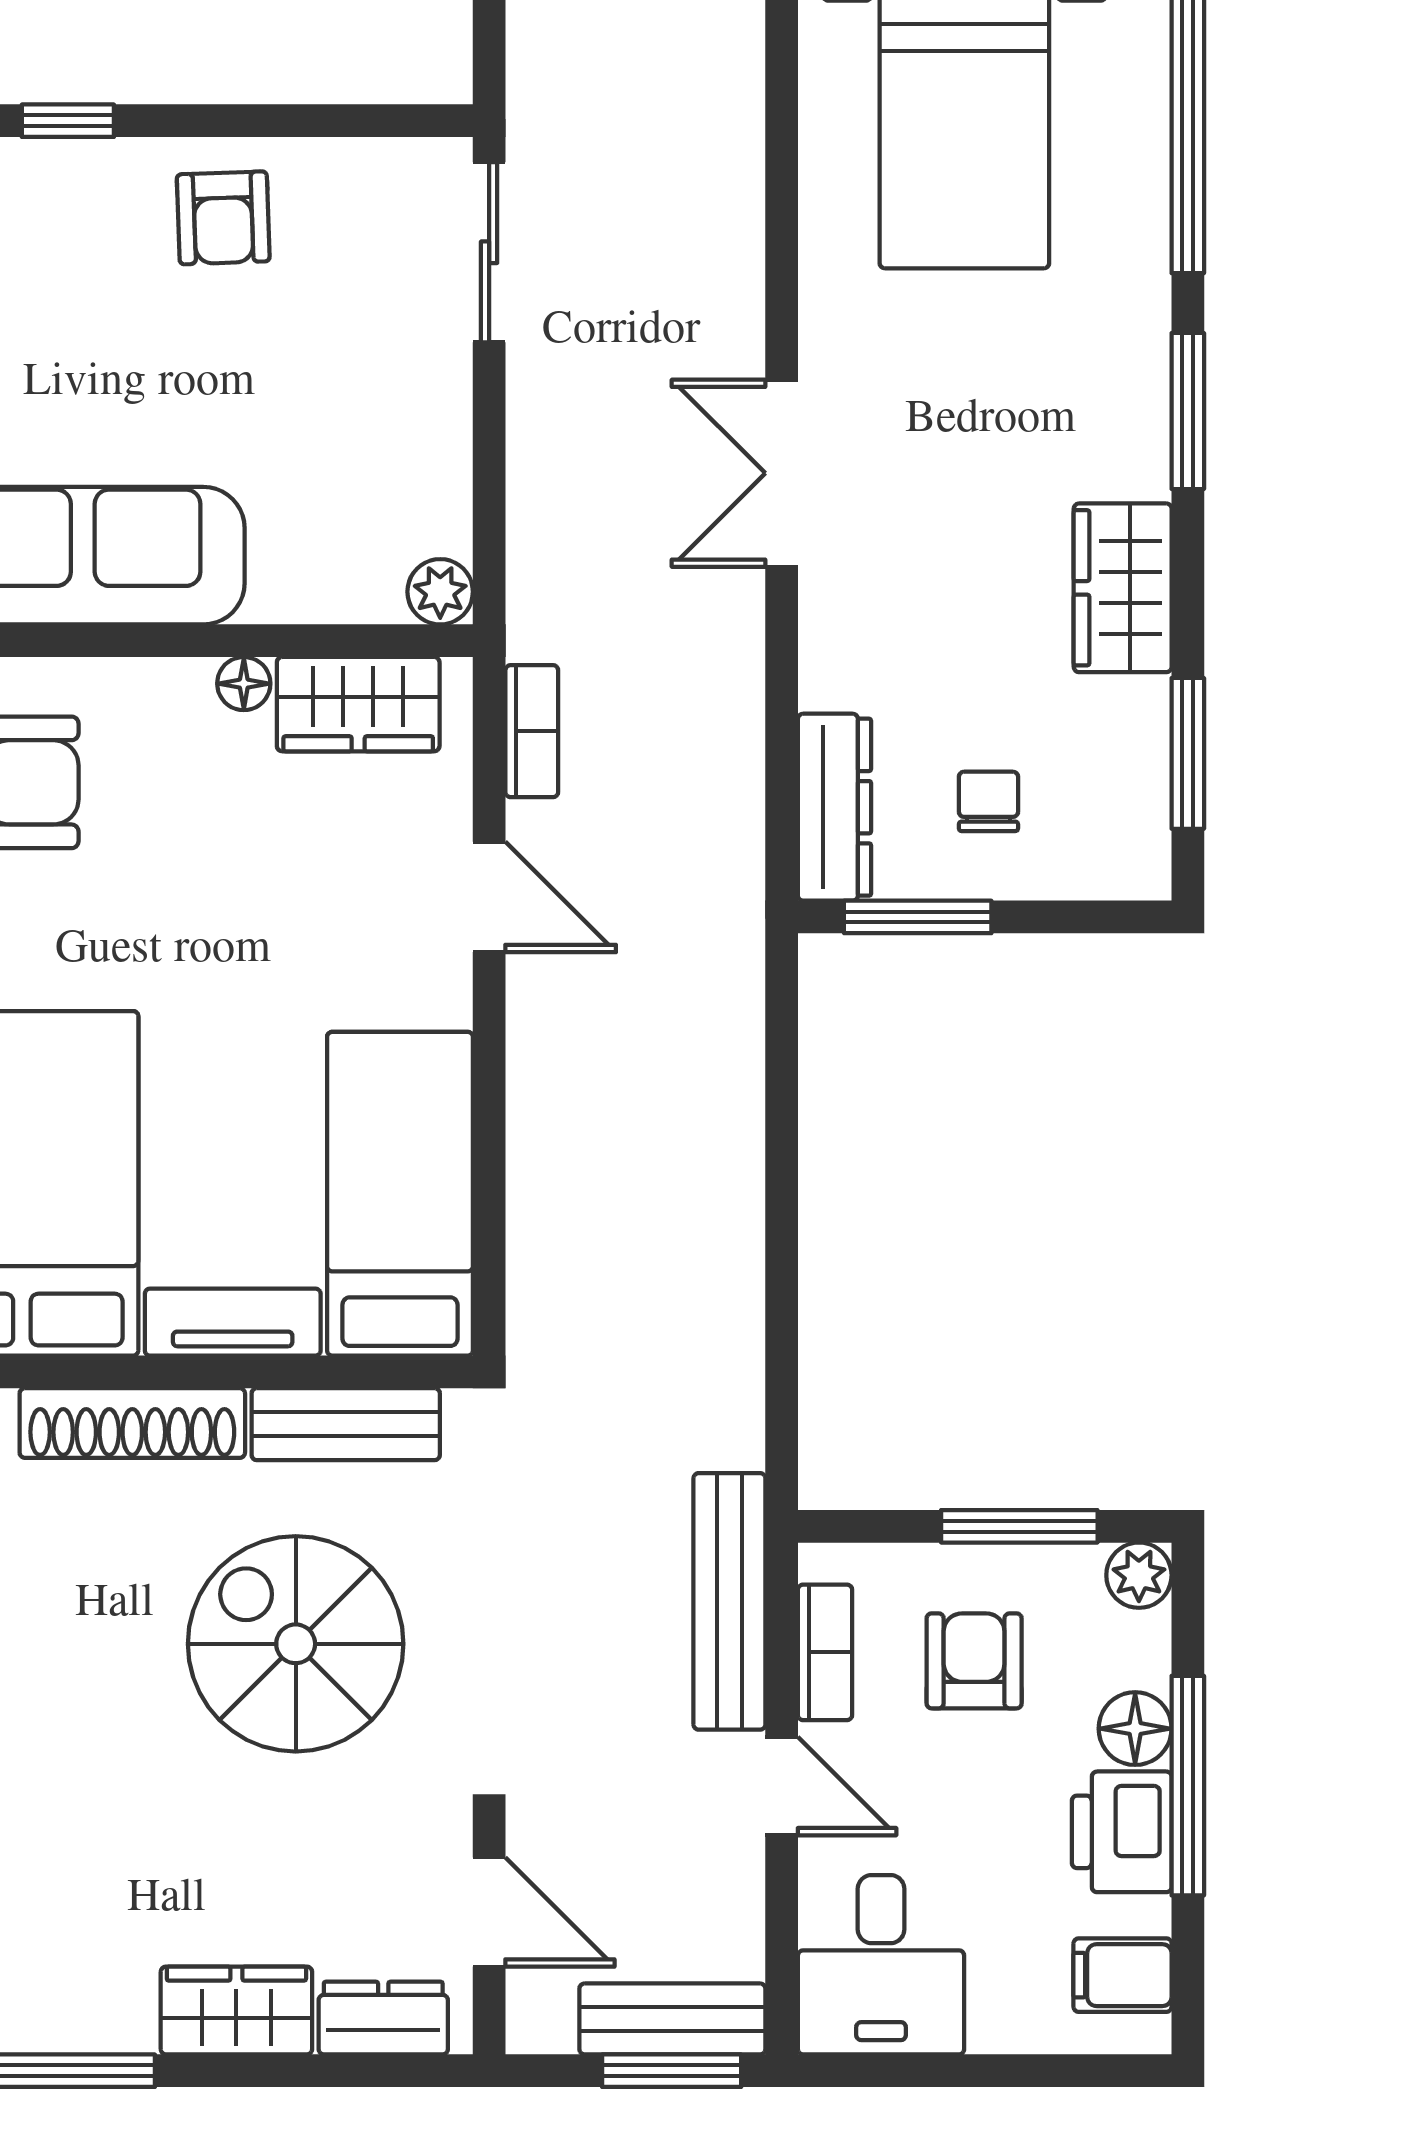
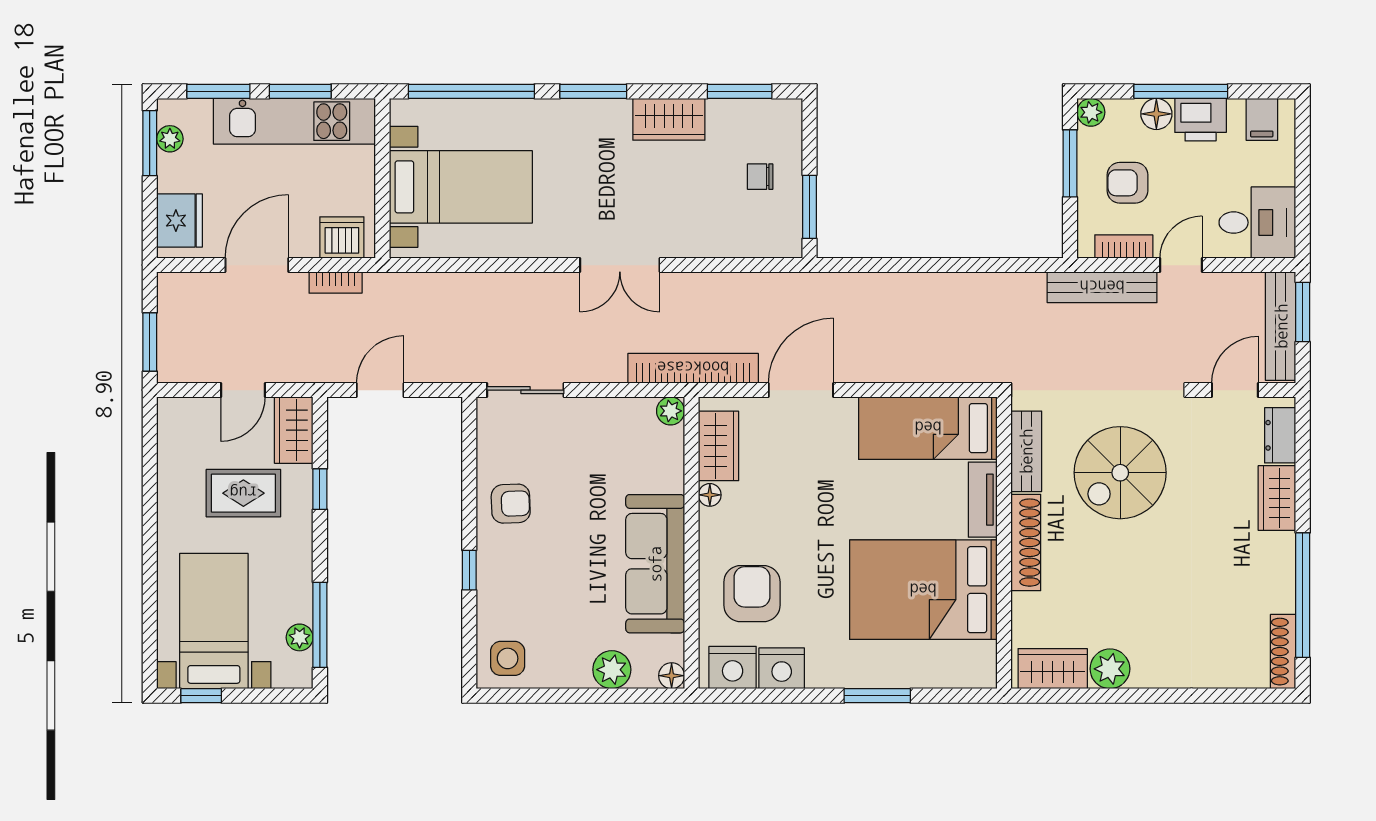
bookcase: (532, 731) -> (693, 368), width x2.31, depth x1.31
dresser: (834, 807) -> (763, 242), removed
door: (489, 897) -> (801, 390), width x1.38
bench: (672, 2019) -> (1281, 326), width x1.36

